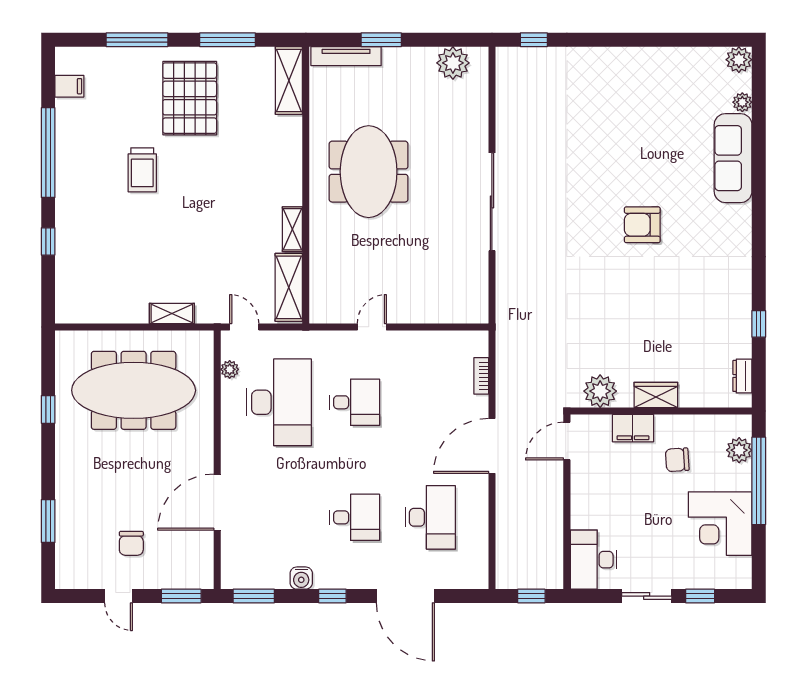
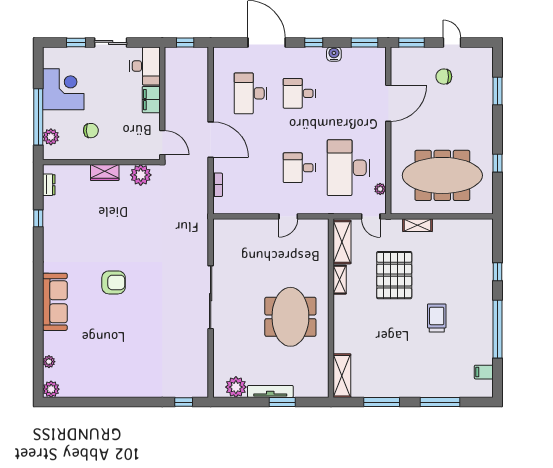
tv unit: (346, 56) -> (270, 391), moved
pallet: (190, 98) -> (394, 275), moved
sofa: (733, 158) -> (55, 302), moved
filing cabinet: (633, 428) -> (151, 100), moved, turned -90
door: (567, 441) -> (162, 143), hinge flipped
door: (492, 446) -> (211, 140), hinge flipped
chair: (131, 543) -> (444, 77), turned -90

